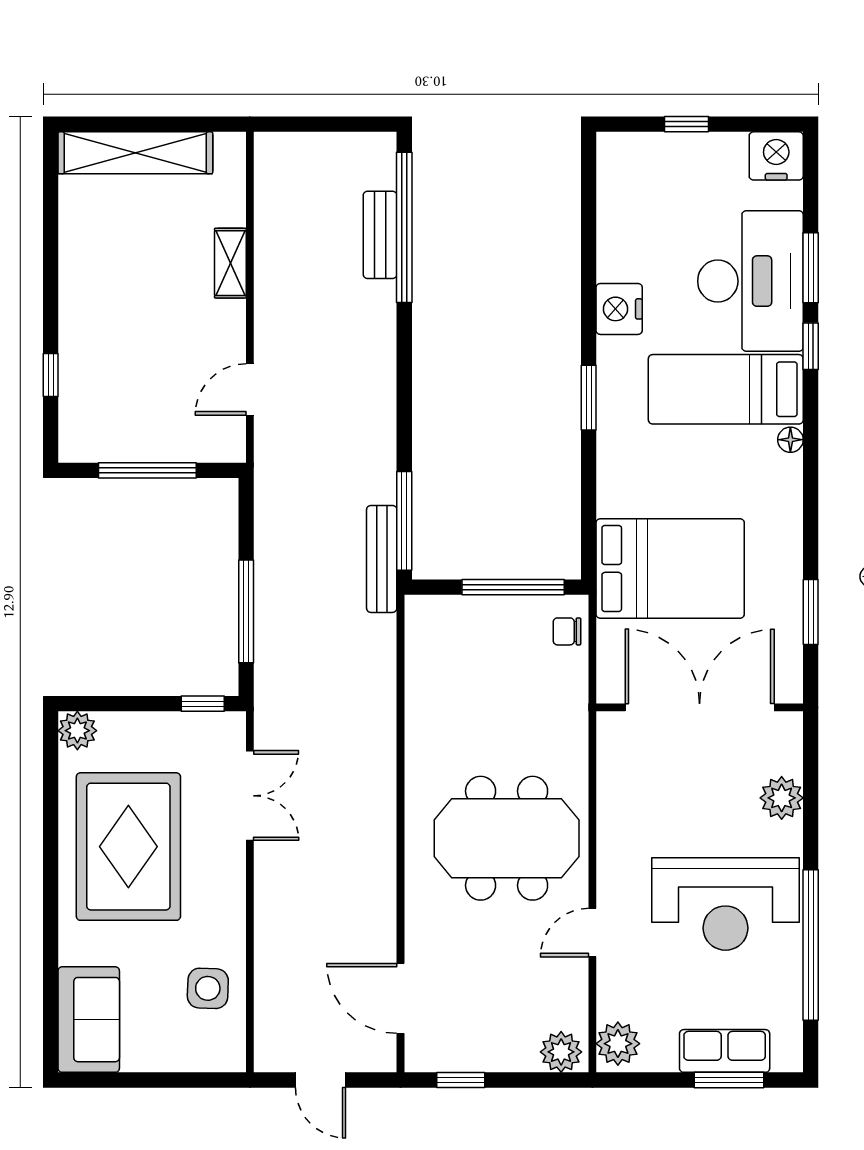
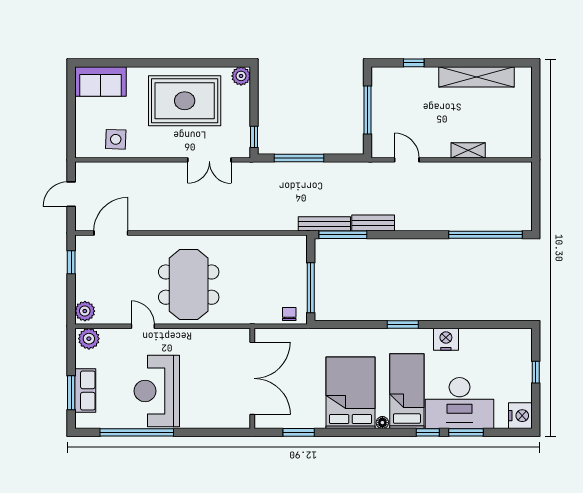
shelving: (135, 153) -> (477, 77), moved, turned 90
bench: (380, 235) -> (373, 223), moved
bed: (670, 568) -> (350, 393), moved, turned 180
plant: (782, 798) -> (208, 418), removed

